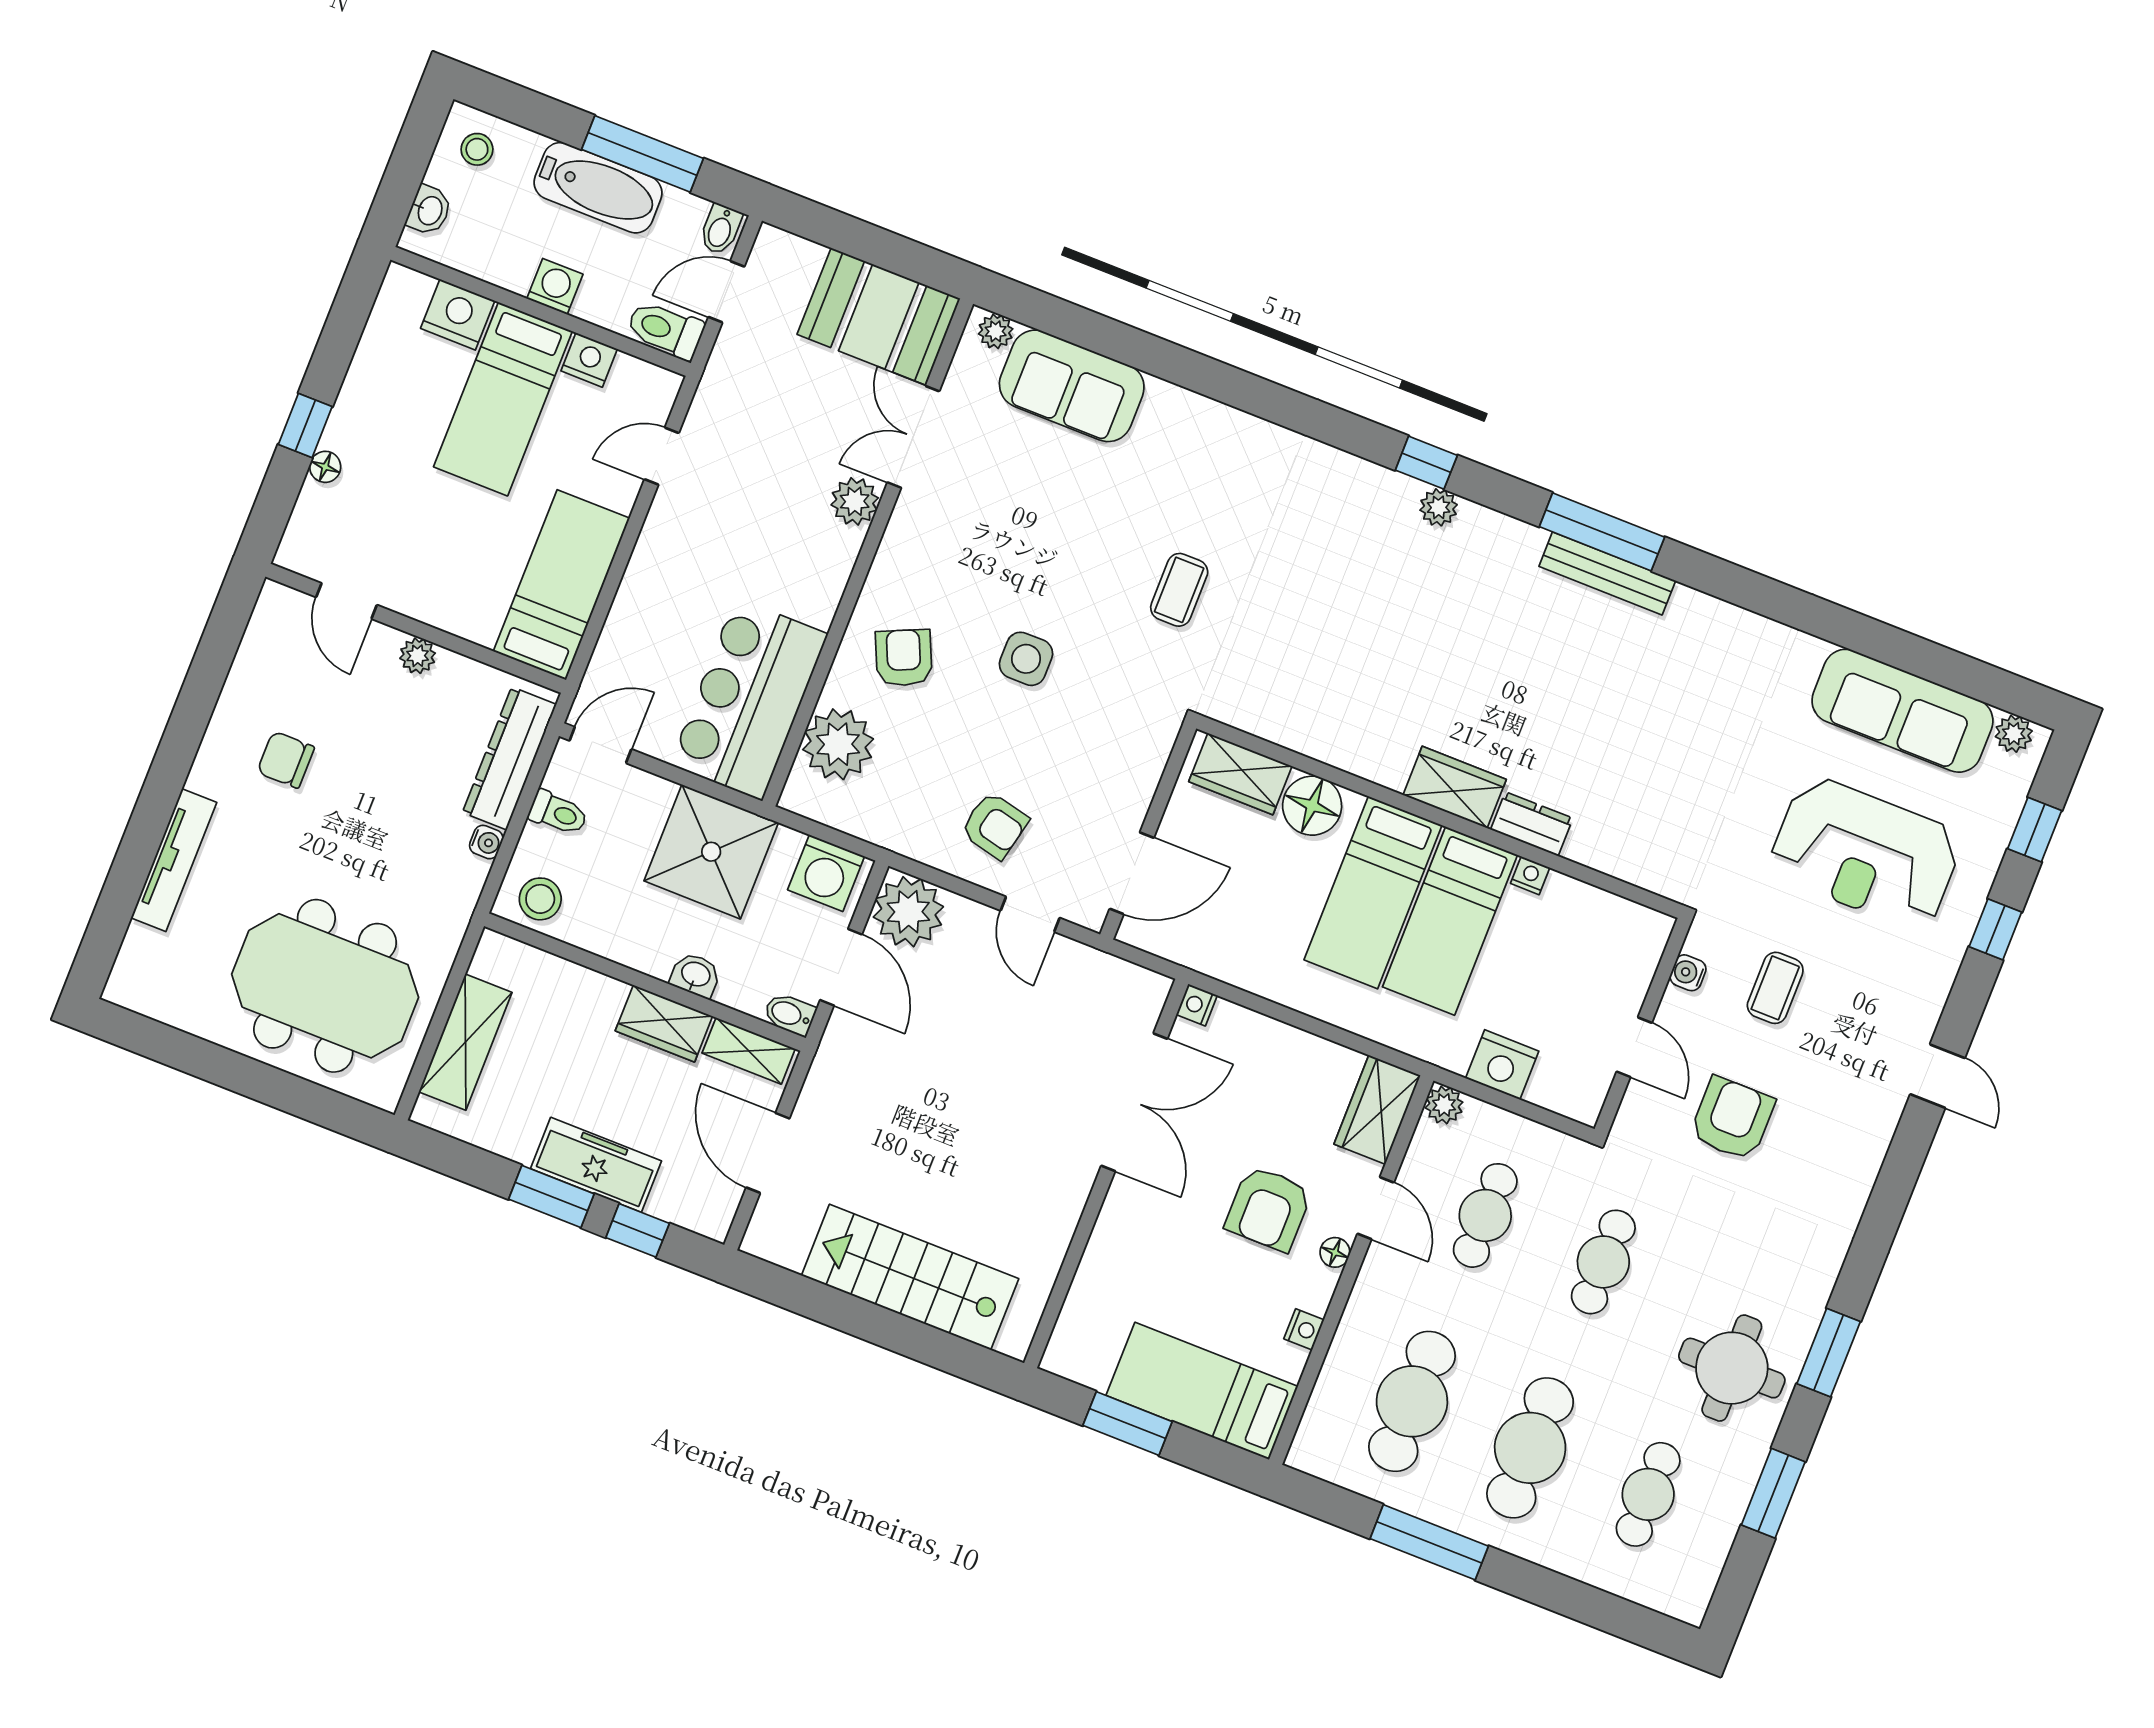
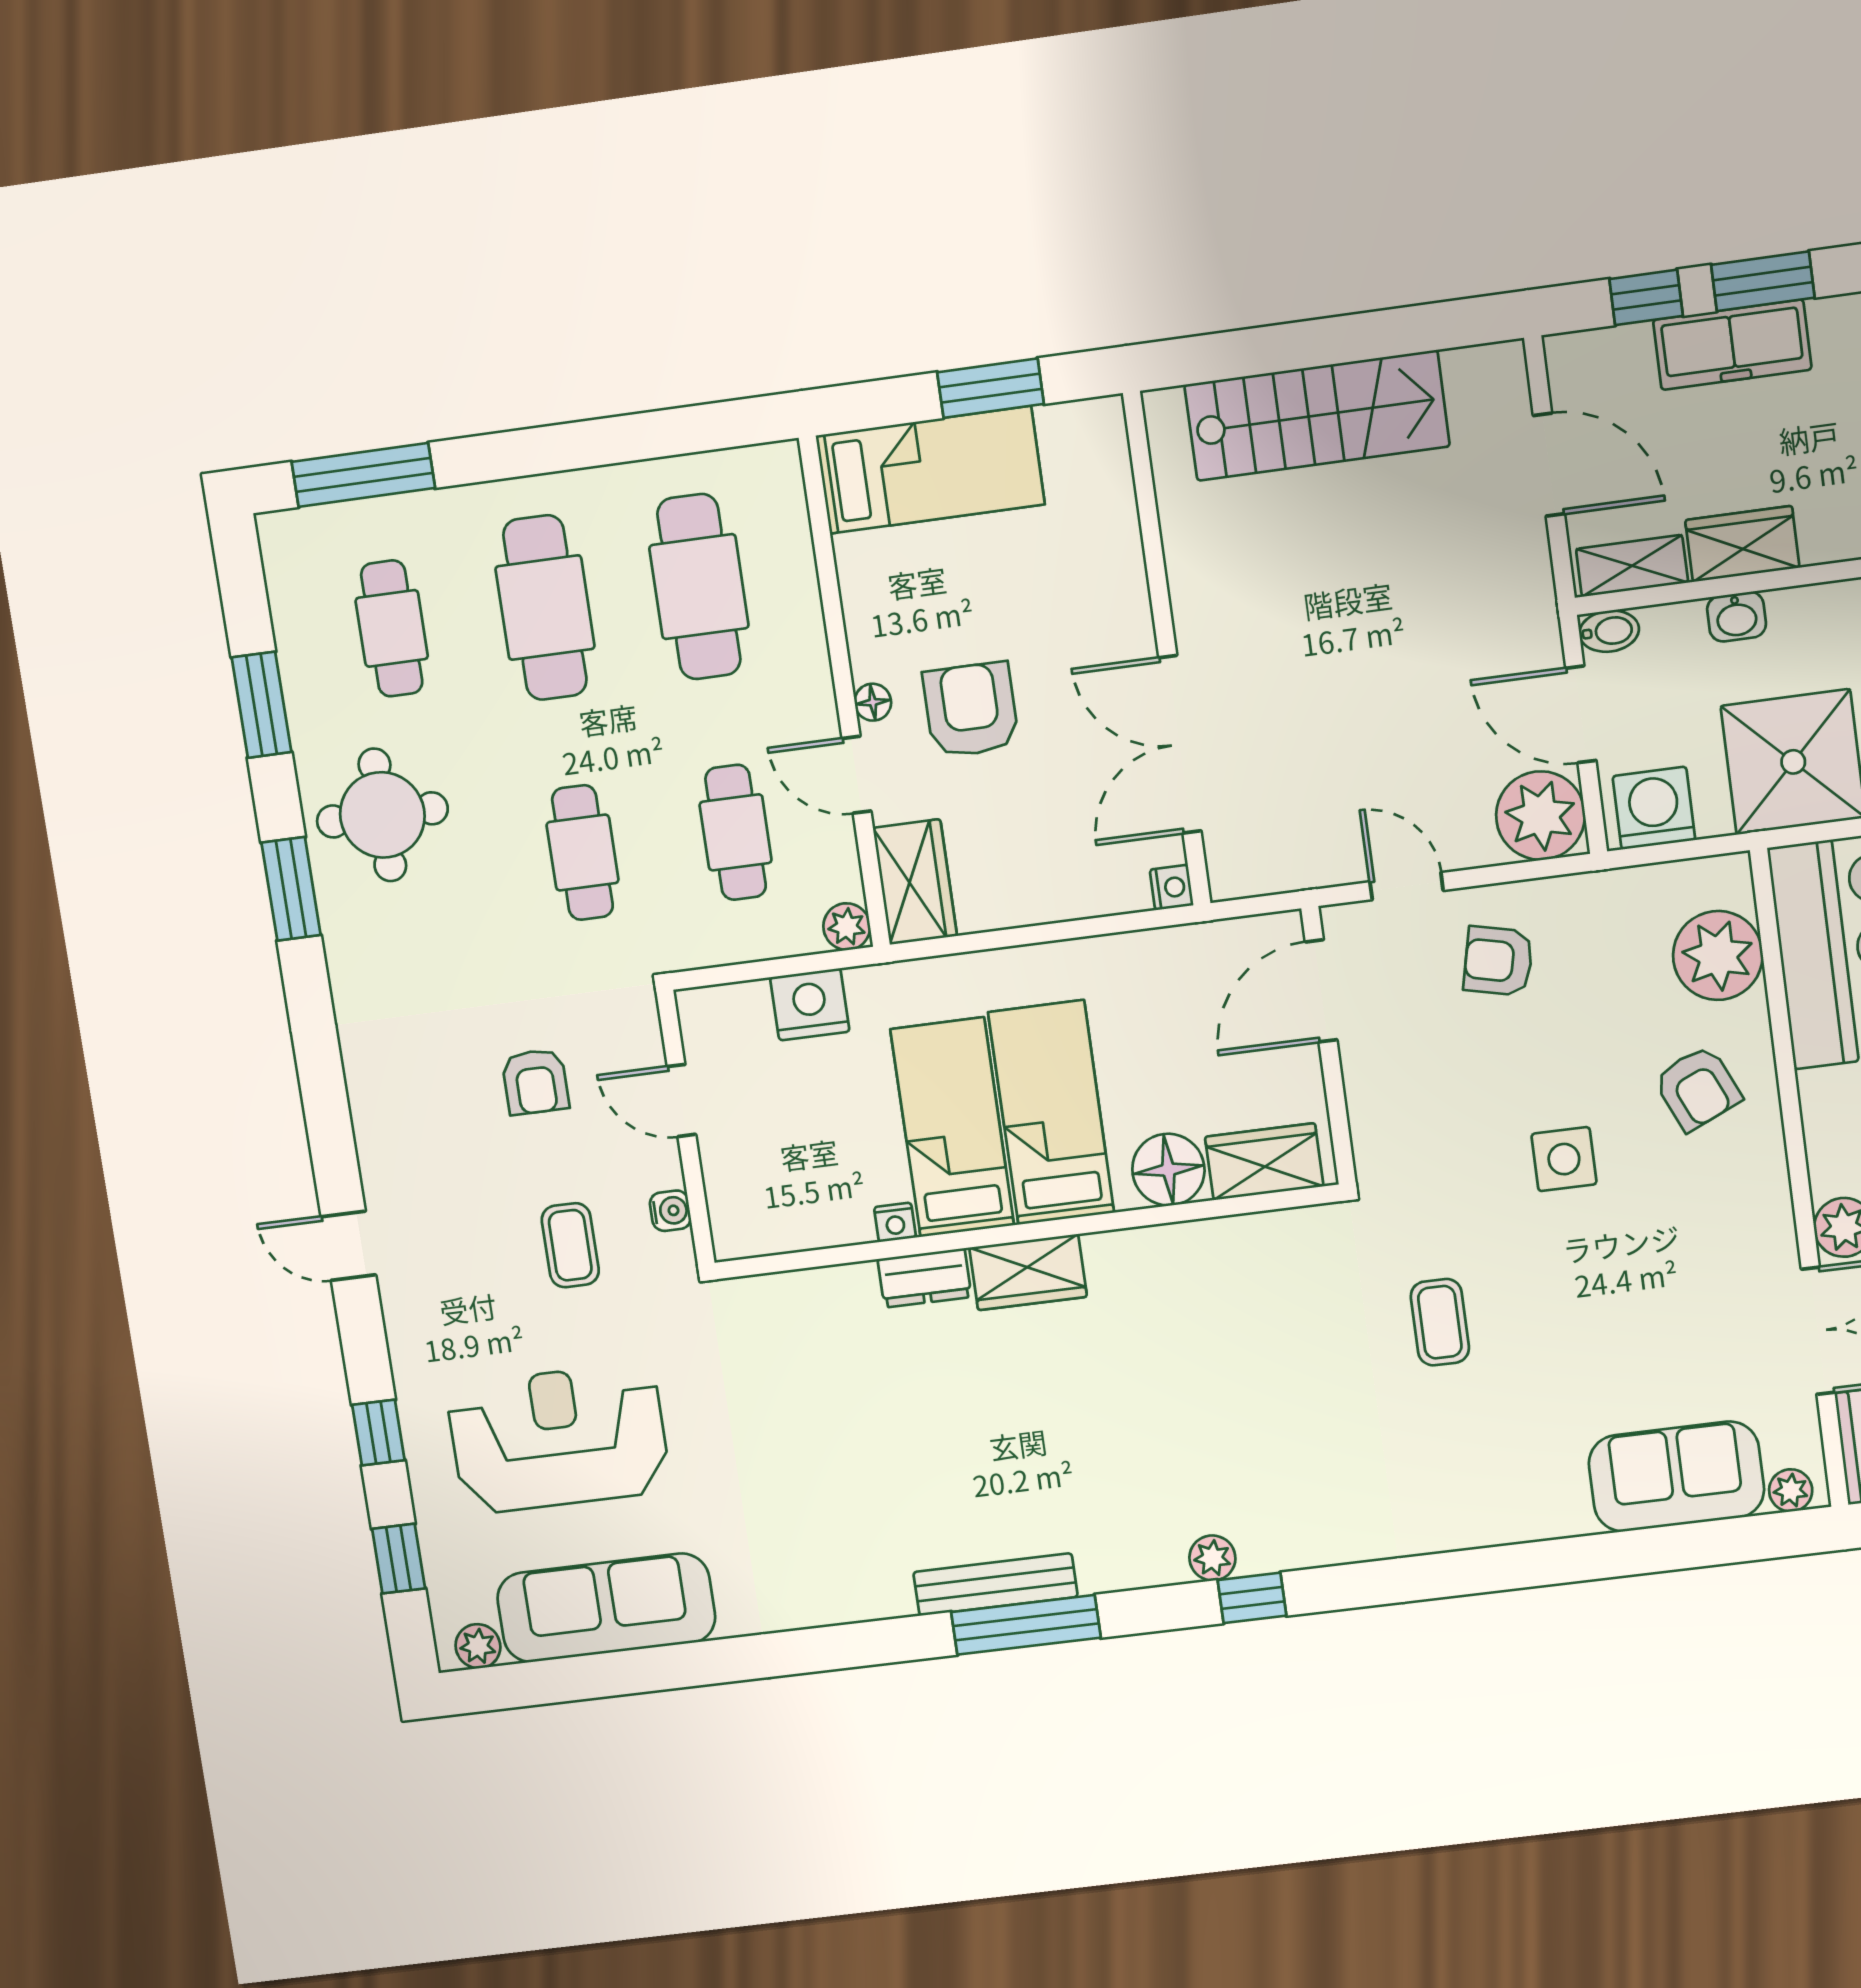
armchair: (1732, 1119) -> (535, 1082), width x0.72, depth x0.72
nightstand: (1304, 1329) -> (859, 600), removed
window: (1429, 1542) -> (363, 475), moved

